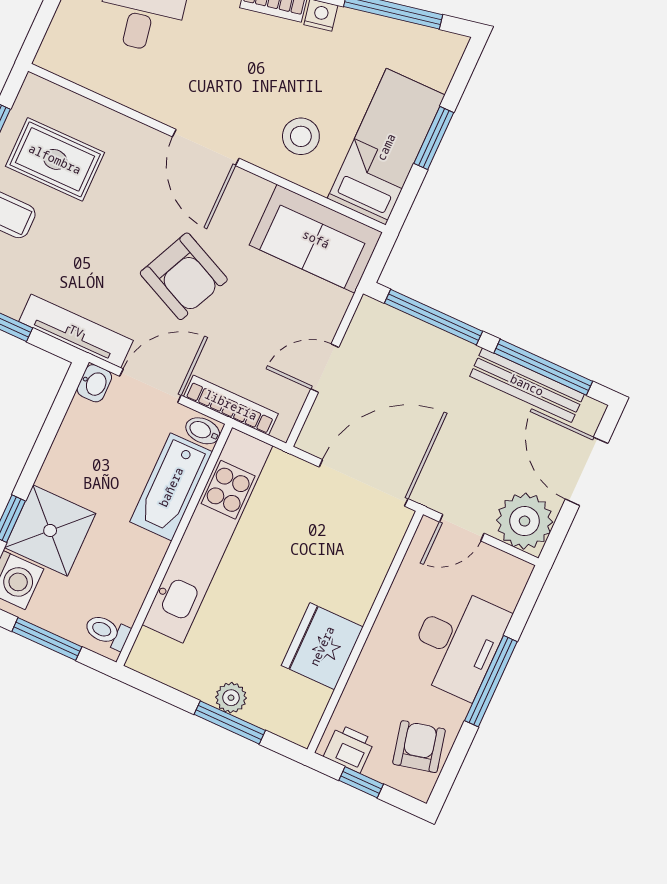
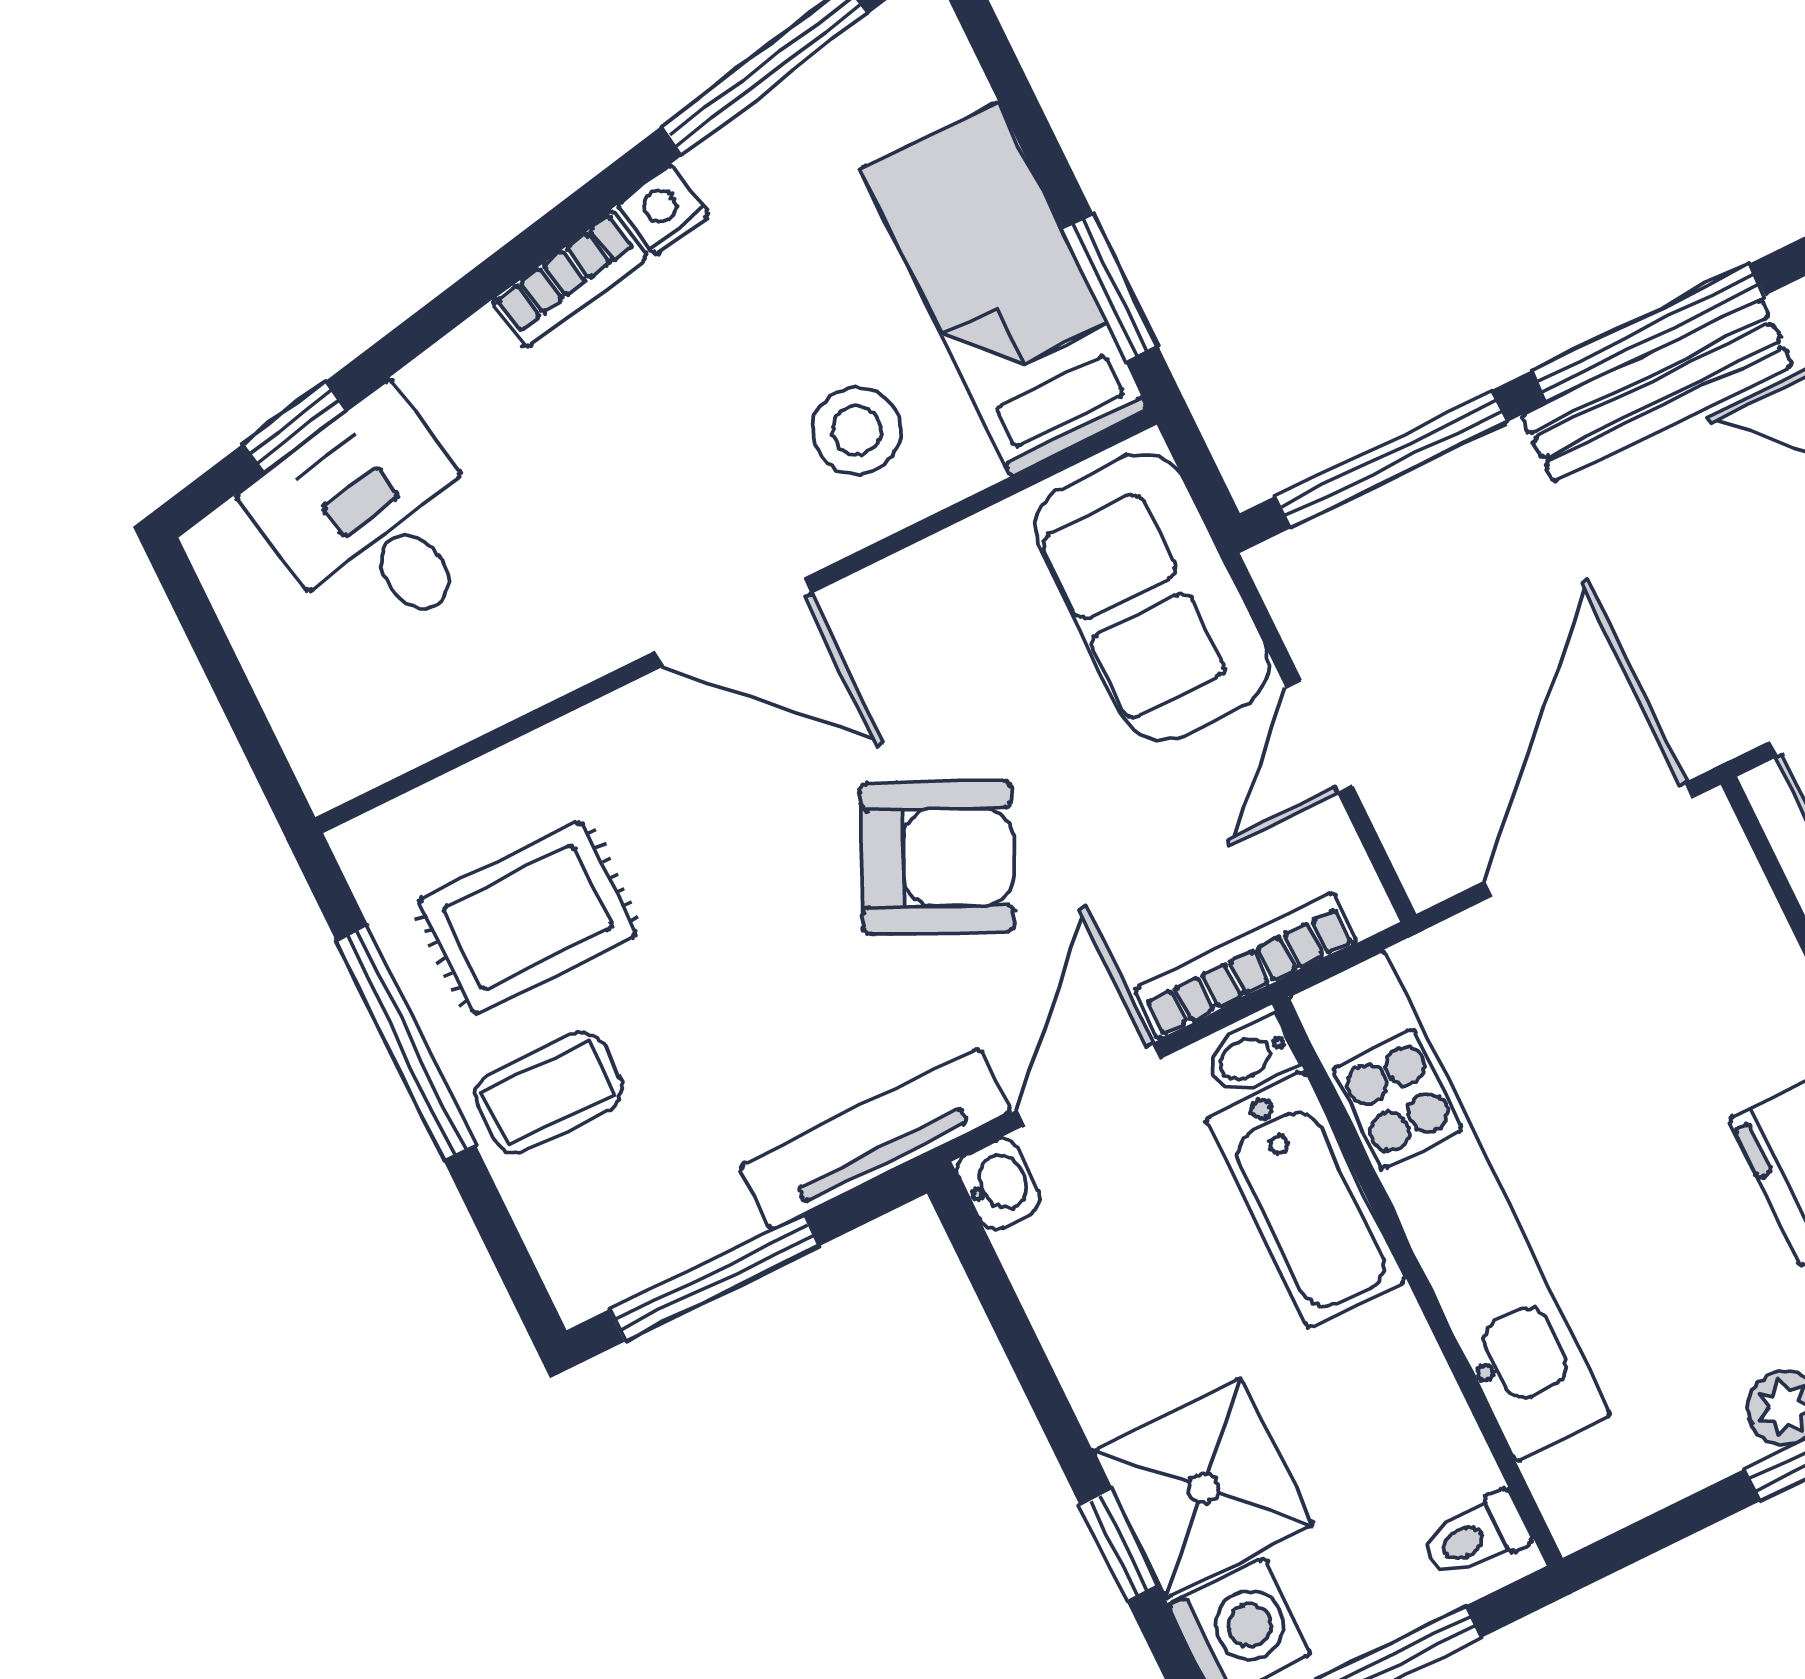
window: (434, 138) -> (1109, 287), moved
sofa: (316, 239) -> (1152, 597), moved, turned 90

